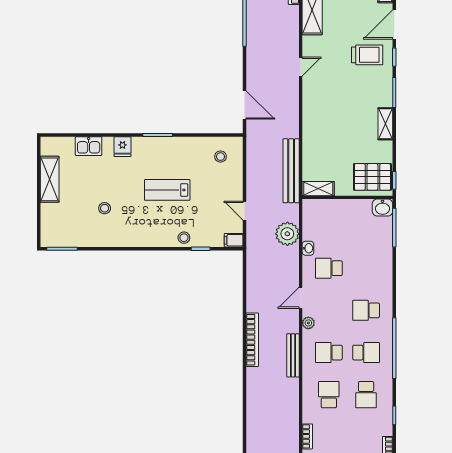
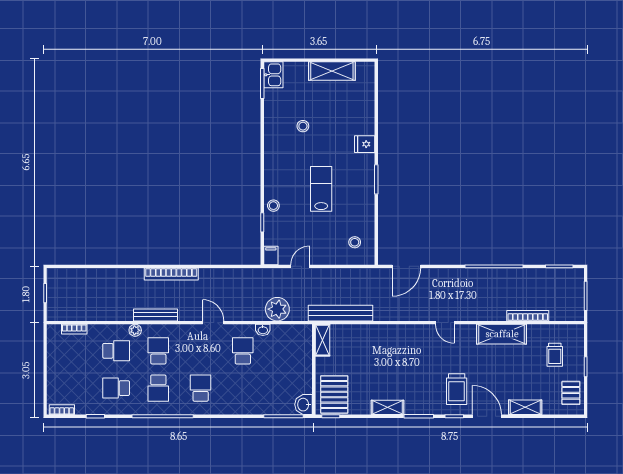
kitchen sink: (89, 146) -> (273, 75), moved, turned 180
plant: (308, 323) -> (135, 330), moved

